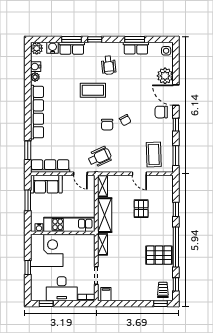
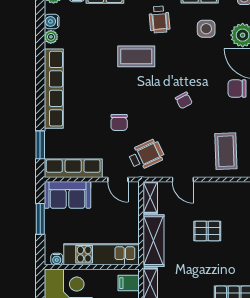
side table: (140, 71) -> (206, 29), added
chair: (107, 125) -> (119, 122), moved
door: (139, 174) -> (183, 180), moved
pallet: (141, 209) -> (207, 231), turned 90
filing cabinet: (88, 244) -> (129, 283), added

